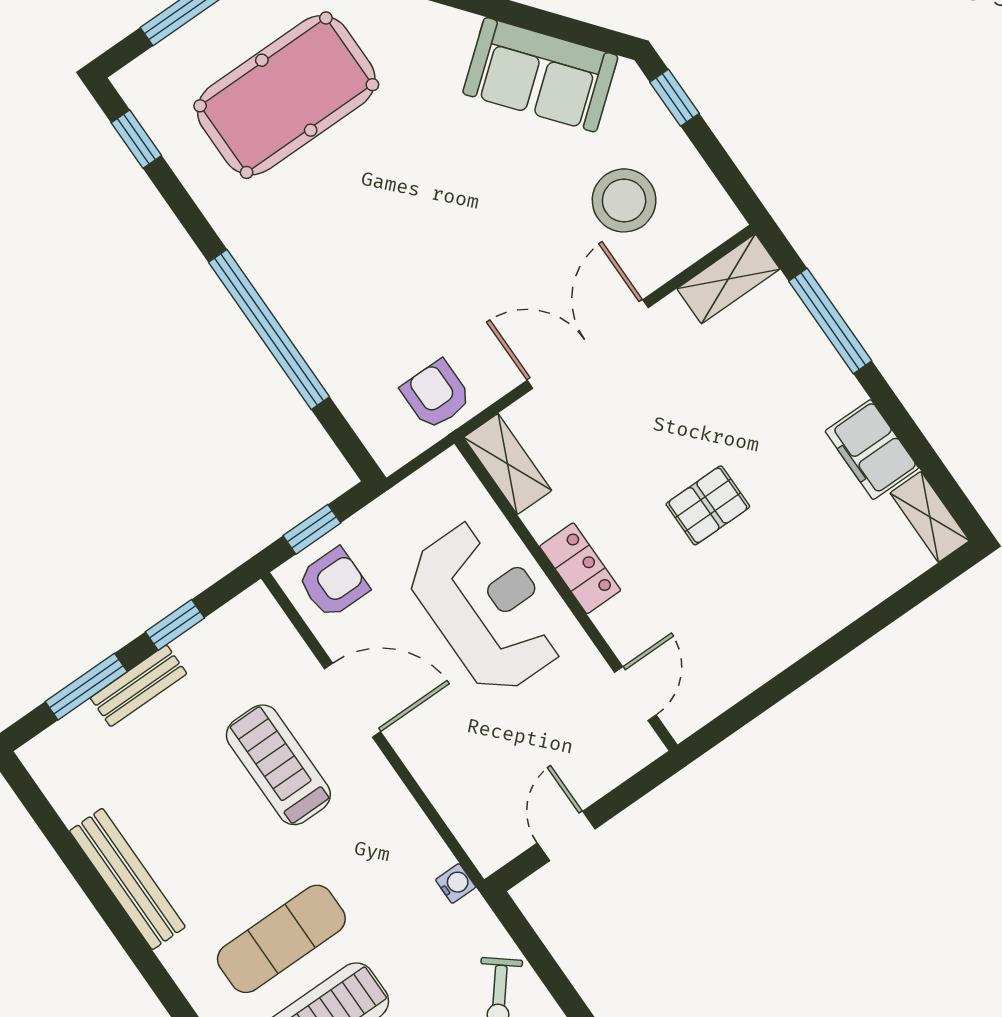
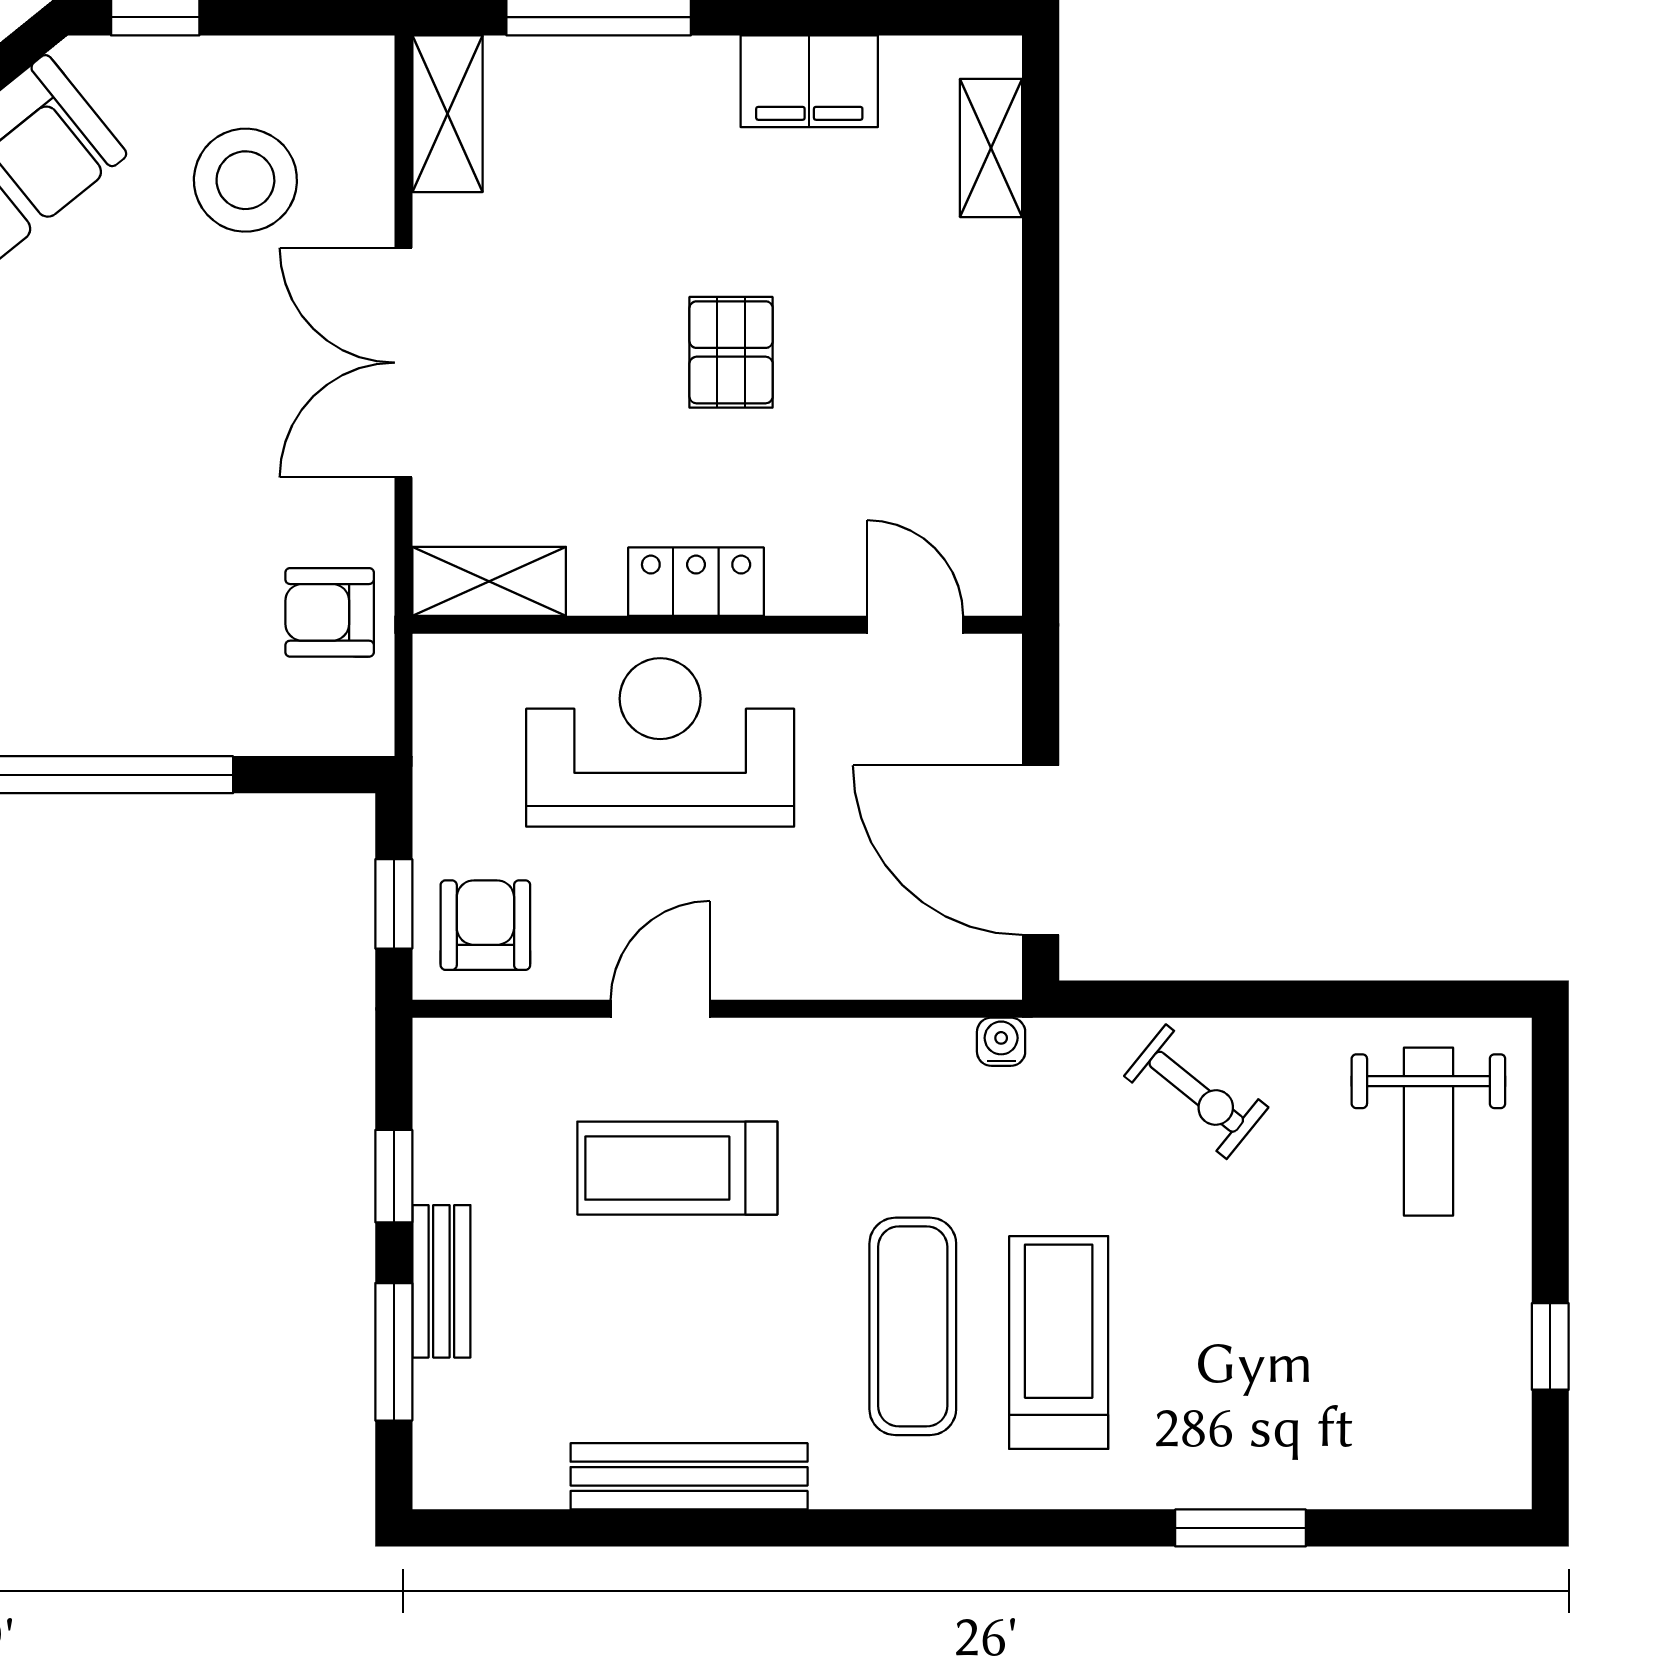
shelving: (930, 517) -> (991, 148), moved, turned 90
door: (353, 700) -> (660, 1009), width x0.73
door: (566, 836) -> (1041, 850), width x1.88

